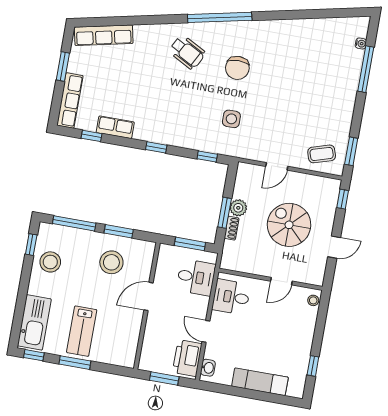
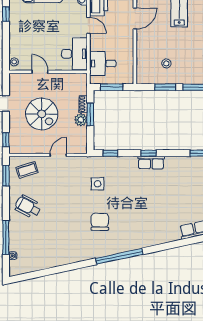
wheelchair: (187, 52) -> (28, 207), moved
row of seats: (115, 127) -> (151, 163), moved
stool: (111, 262) -> (166, 63), width x0.53, depth x0.53
door: (281, 281) -> (40, 72), hinge flipped
door: (148, 296) -> (135, 19), moved
desk: (231, 297) -> (75, 54), width x1.37

